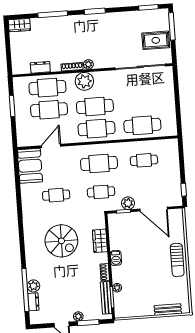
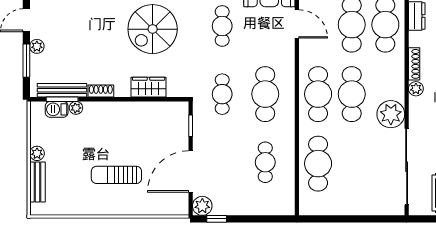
plant: (84, 81) -> (391, 114), moved
plant: (128, 203) -> (202, 206), moved
barbecue: (116, 258) -> (57, 109), moved
sun lounger: (177, 260) -> (116, 175), moved
plant: (149, 311) -> (37, 153), added

